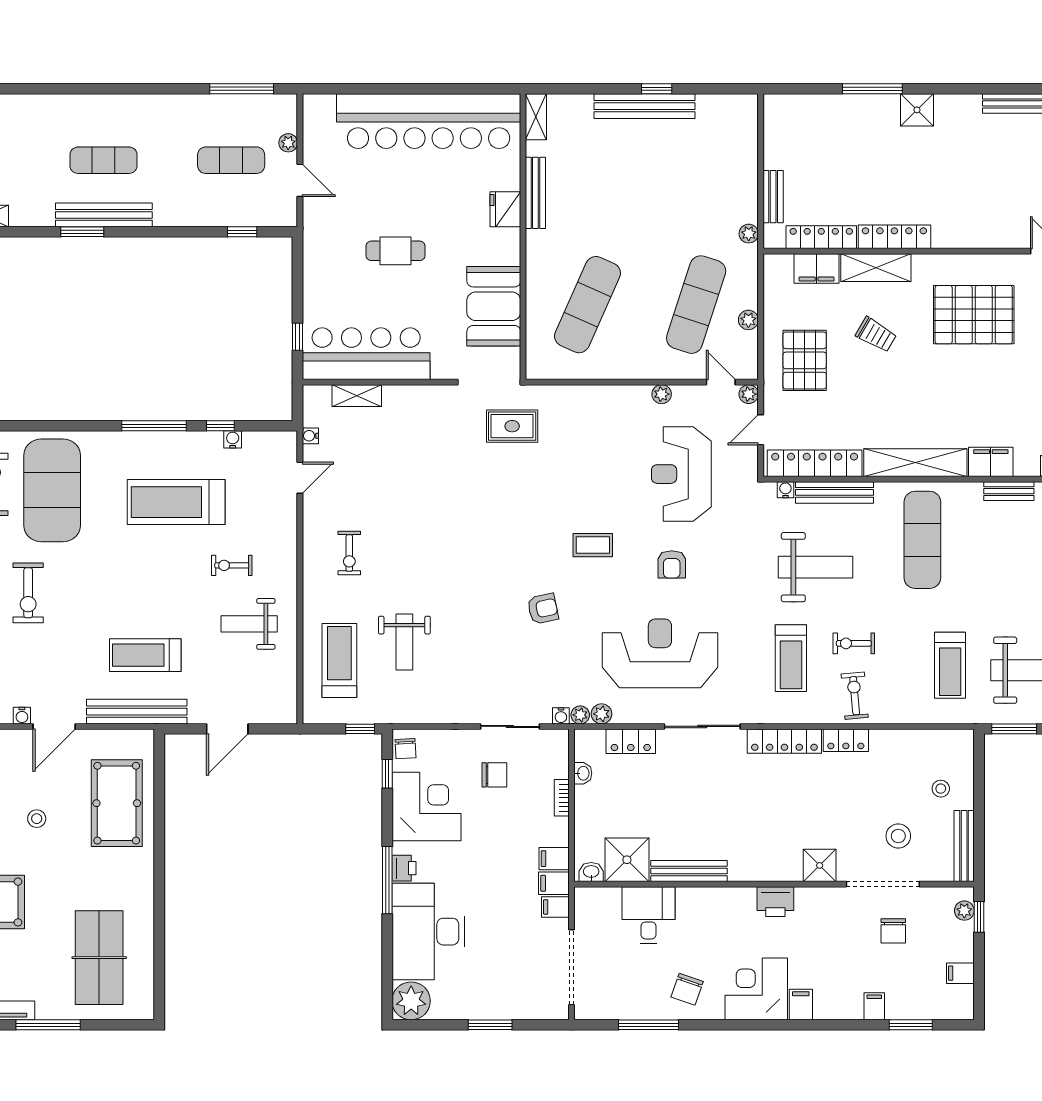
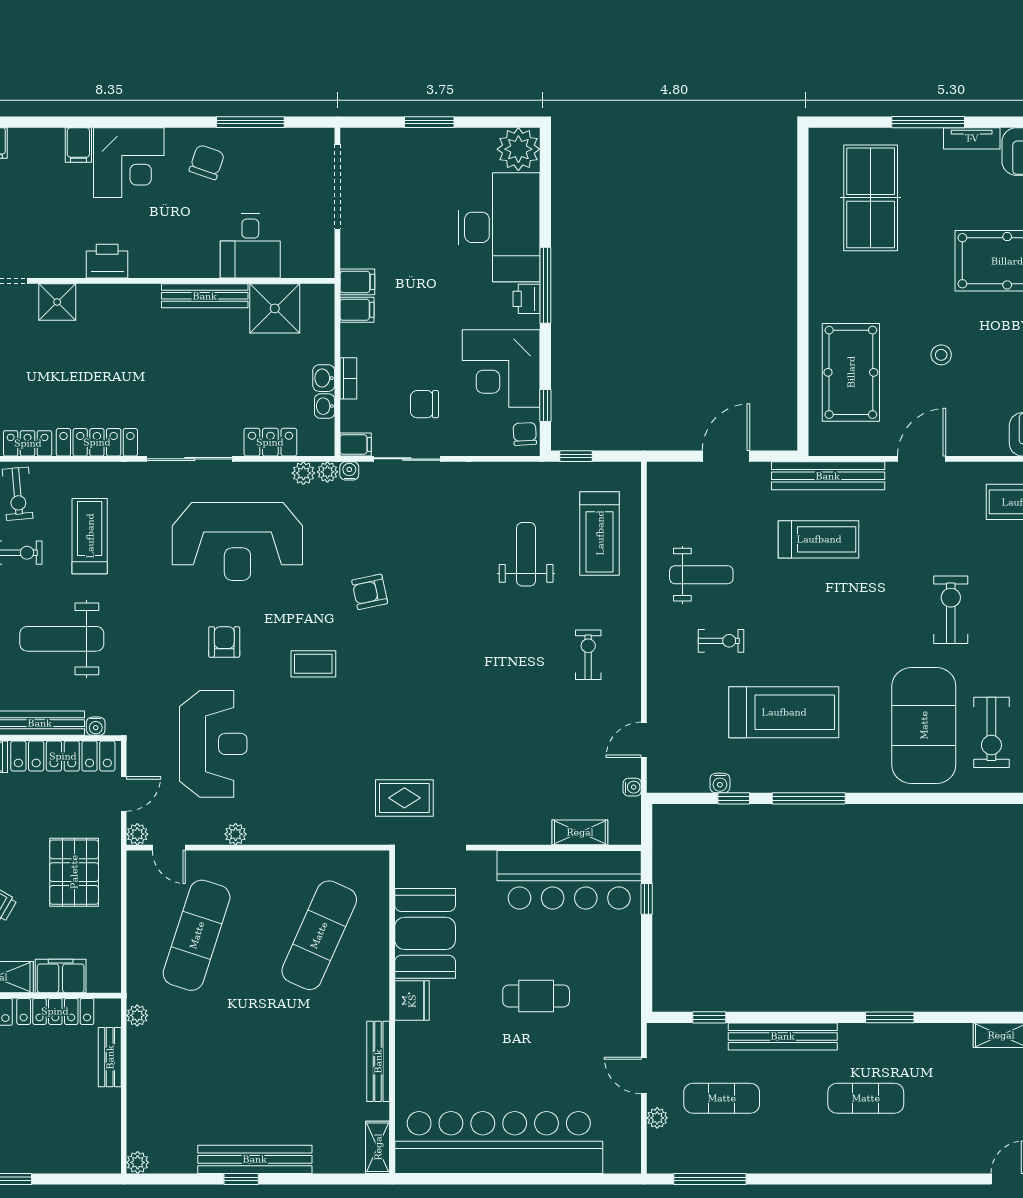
fridge: (505, 209) -> (412, 1001), moved
bench: (104, 215) -> (783, 1036), moved
plant: (748, 320) -> (138, 1162), moved
water cooler: (22, 716) -> (958, 471), removed
washbasin: (591, 872) -> (324, 378), moved, turned 90
filing cabinet: (555, 907) -> (356, 444), moved

